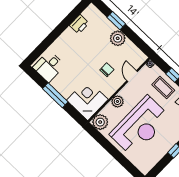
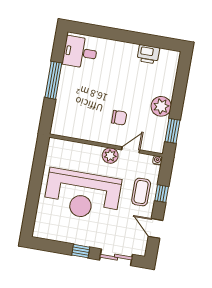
window: (116, 21) -> (173, 131), moved
corner desk: (87, 100) -> (72, 118), removed
plant: (117, 101) -> (110, 156), moved
plant: (100, 122) -> (57, 149), removed

